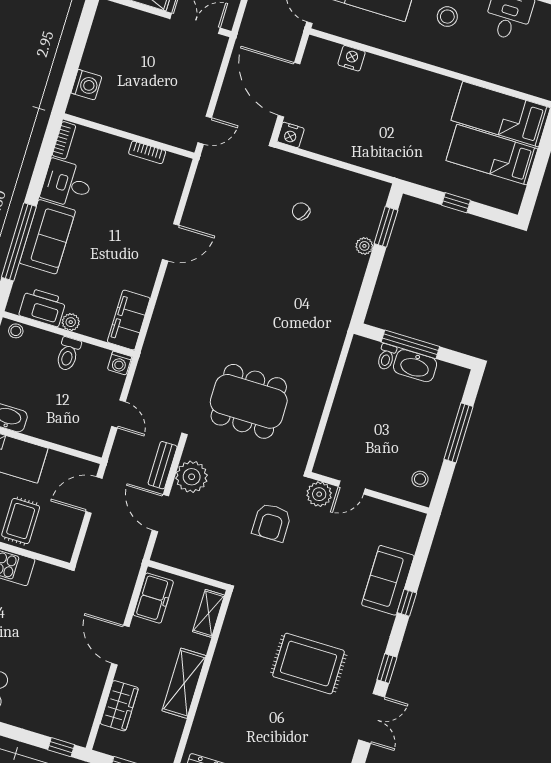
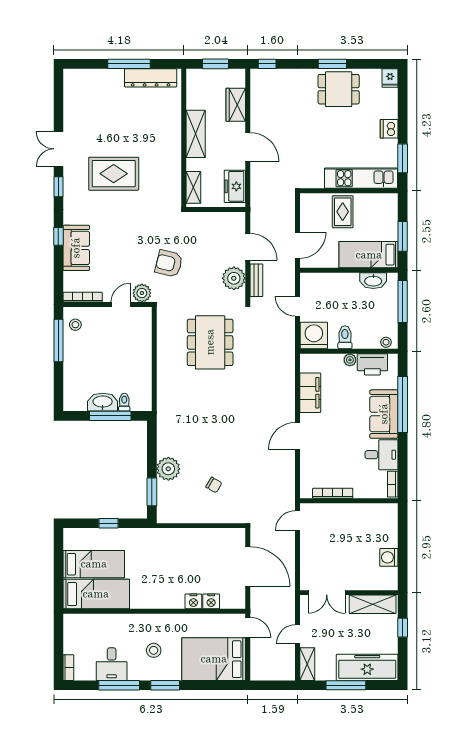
washing machine: (86, 85) -> (389, 557), moved
nightstand: (291, 135) -> (193, 601), moved, turned 180
bookcase: (147, 152) -> (333, 493), width x1.56
plant: (364, 246) -> (168, 469), width x1.87, depth x1.87
filing cabinet: (129, 320) -> (310, 393), moved
washing machine: (119, 363) -> (314, 335), width x1.89, depth x1.89
dining table: (249, 401) -> (210, 342), turned 90
window: (458, 433) -> (58, 341), moved
bookcase: (399, 513) -> (83, 297), added
armchair: (272, 522) -> (169, 264), turned -76

